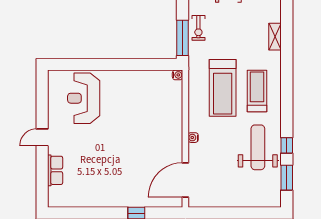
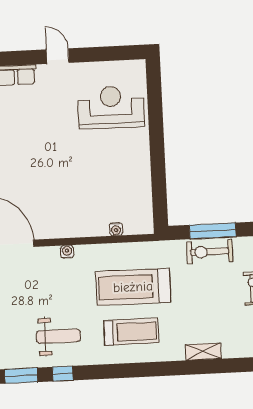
exercise bike: (198, 28) -> (210, 252), width x1.38, depth x1.39
window: (183, 38) -> (213, 231), moved
water cooler: (178, 75) -> (116, 229), moved
weight bench: (258, 147) -> (58, 336), width x0.73, depth x0.75

